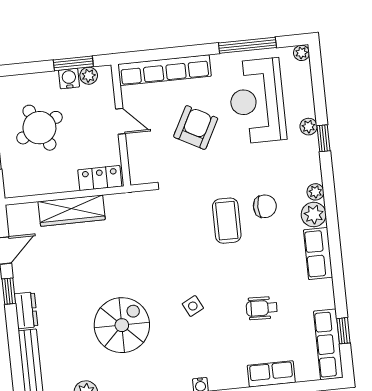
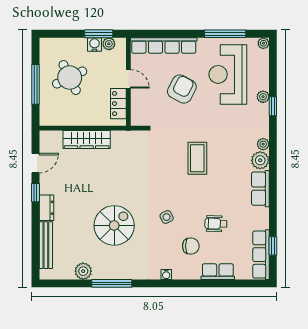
locker: (100, 178) -> (118, 104), moved, turned -90
chair: (265, 206) -> (191, 246), moved

